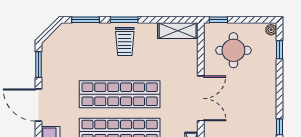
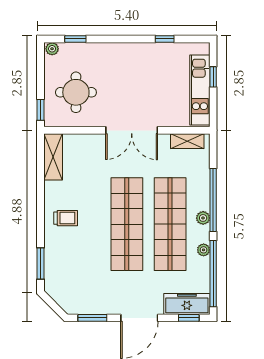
window: (124, 20) -> (40, 219), removed
trolley: (125, 42) -> (66, 218), width x0.73, depth x0.72
double door: (201, 98) -> (132, 130), swing flipped

